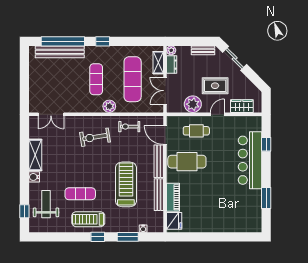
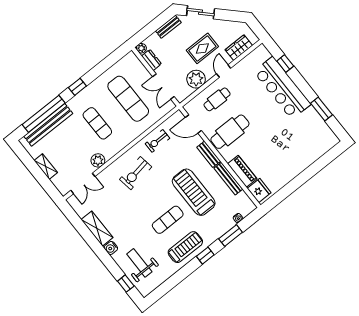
shelving: (158, 63) -> (46, 167), moved
plant: (109, 106) -> (98, 160), moved
bench: (159, 161) -> (209, 154), width x0.73
exercise mat: (80, 194) -> (168, 220), moved
treadmill: (88, 219) -> (185, 247), turned 180

